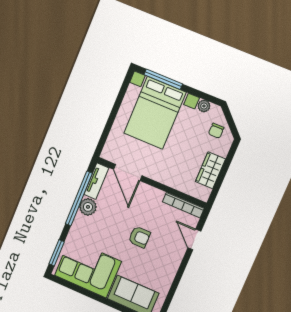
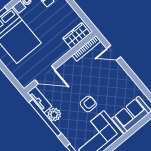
wardrobe: (210, 170) -> (77, 36), moved, turned 90
armchair: (139, 237) -> (88, 104), moved

